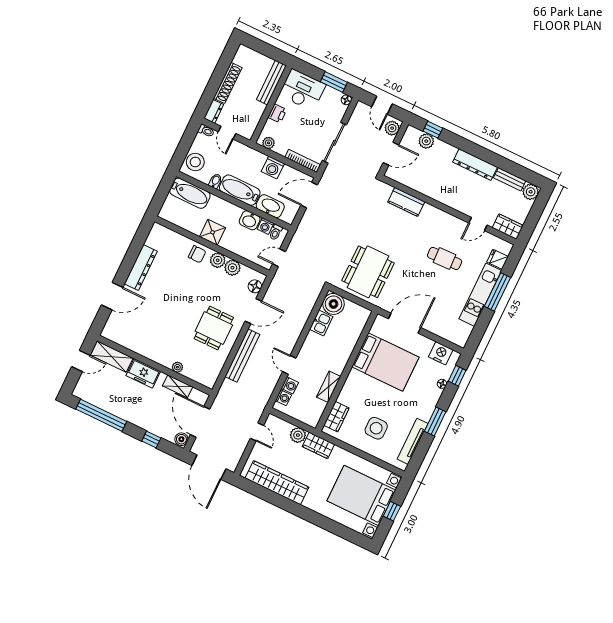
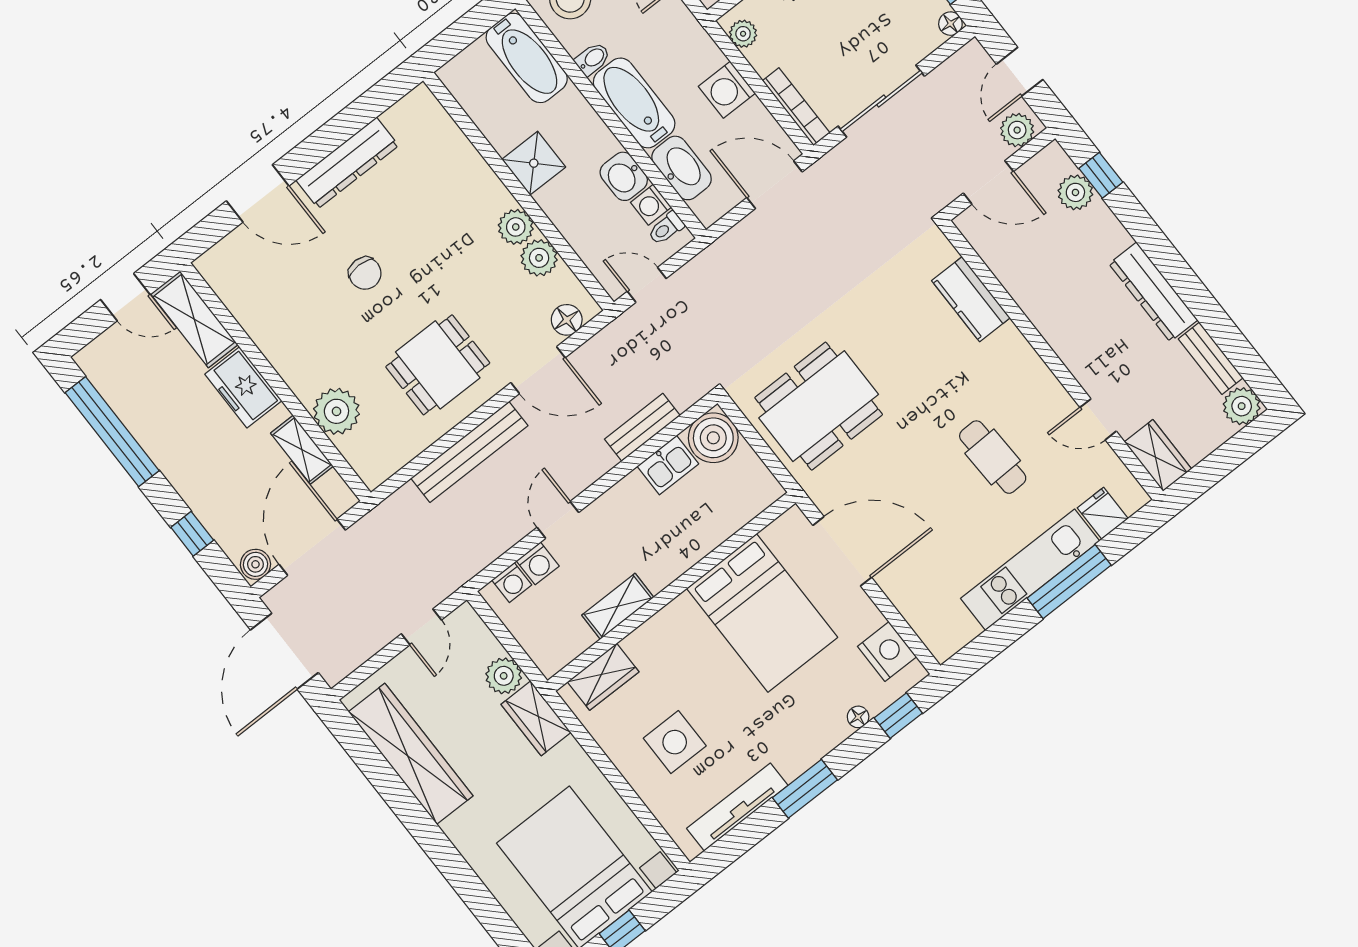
chair: (197, 254) -> (365, 273), moved
bench: (304, 313) -> (642, 427), added
plant: (177, 367) -> (336, 411), width x1.88, depth x1.88

